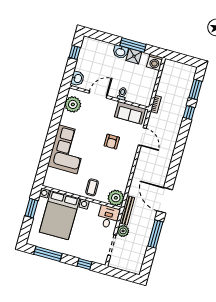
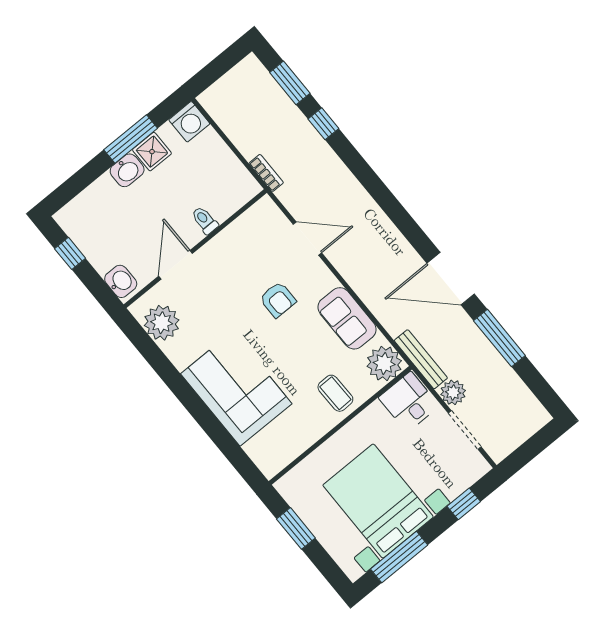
sofa: (130, 113) -> (347, 318), moved, turned 90
bed with nightstands: (60, 215) -> (378, 501), moved, turned 180

